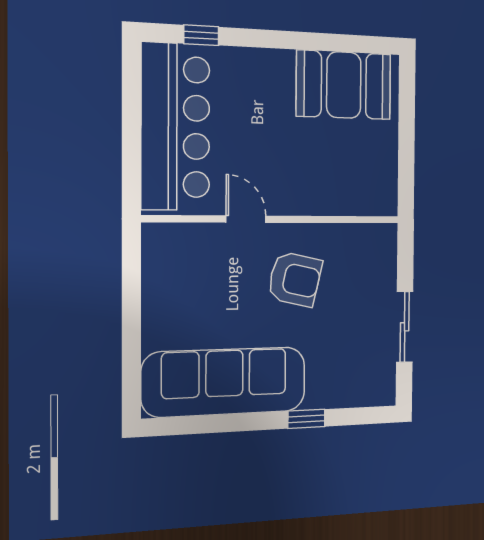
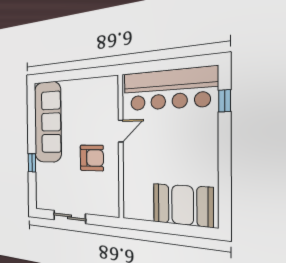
booth: (344, 85) -> (182, 205), moved, turned 90
armchair: (295, 279) -> (92, 158), turned -103

